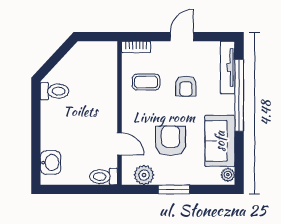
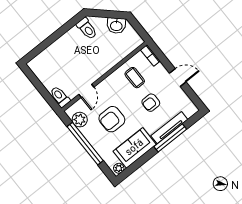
tv unit: (228, 67) -> (169, 128), moved
window: (239, 95) -> (170, 138), width x0.68
armchair: (171, 141) -> (112, 119), turned 180
washbasin: (51, 163) -> (116, 26), moved, turned 43
window: (174, 189) -> (85, 144), width x2.11

